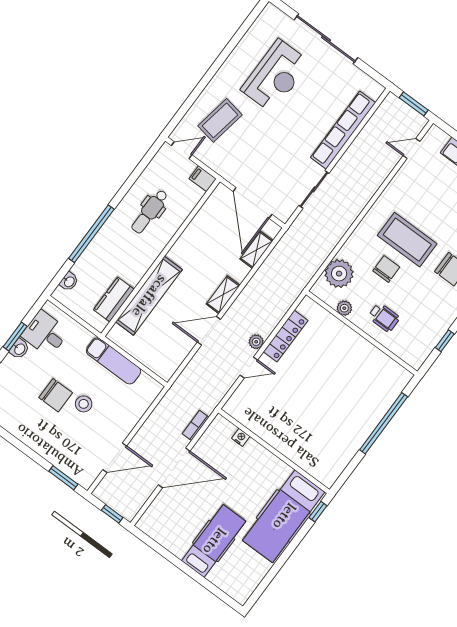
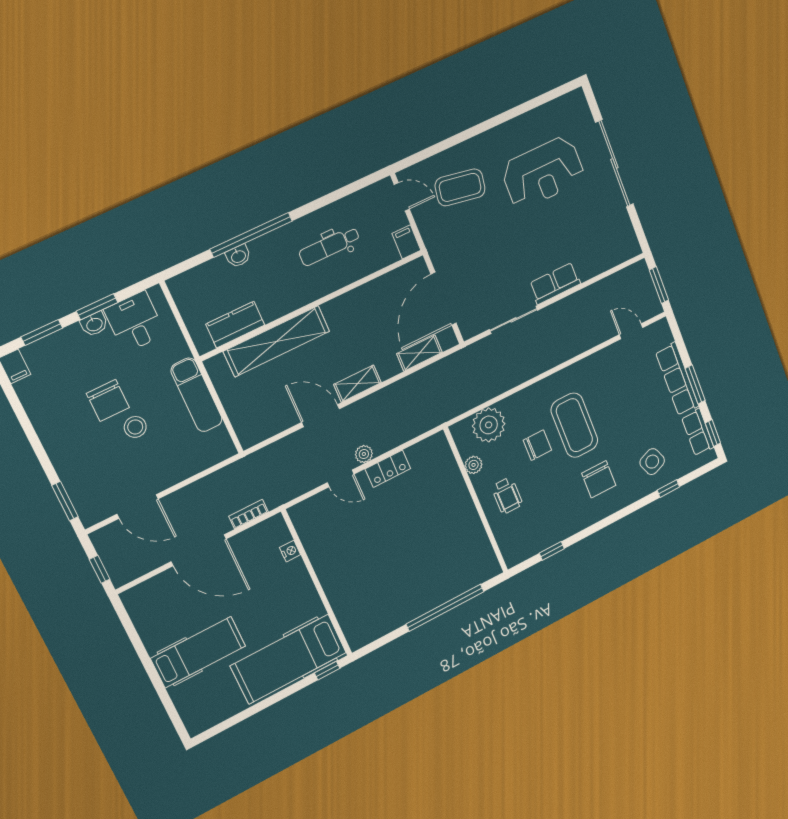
row of seats: (343, 130) -> (555, 283), width x0.50
washbasin: (69, 282) -> (238, 256), moved
locker: (286, 336) -> (388, 469), width x0.66

